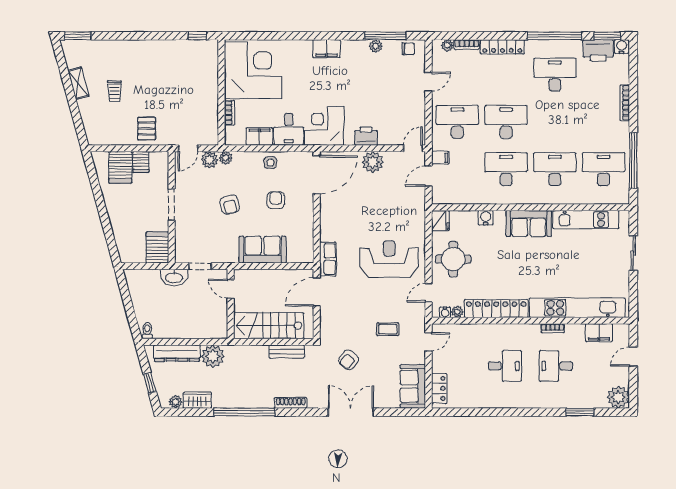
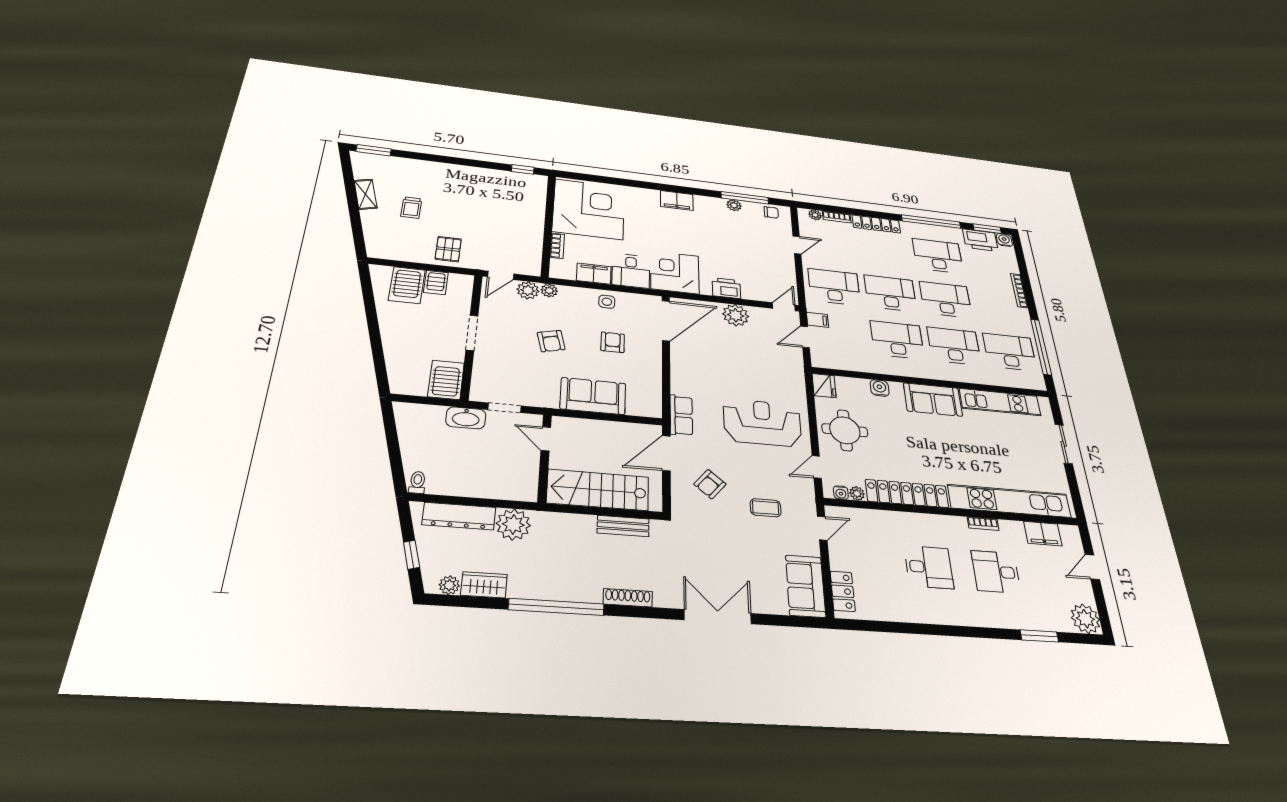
desk: (555, 122) -> (946, 300), added
armchair: (349, 360) -> (710, 484), moved

